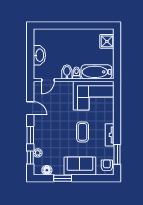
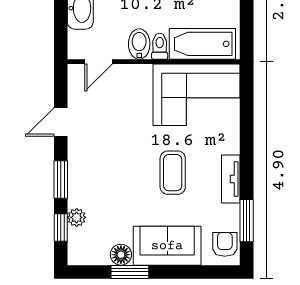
door: (30, 108) -> (61, 122), swing flipped
floor lamp: (47, 170) -> (121, 255), moved

